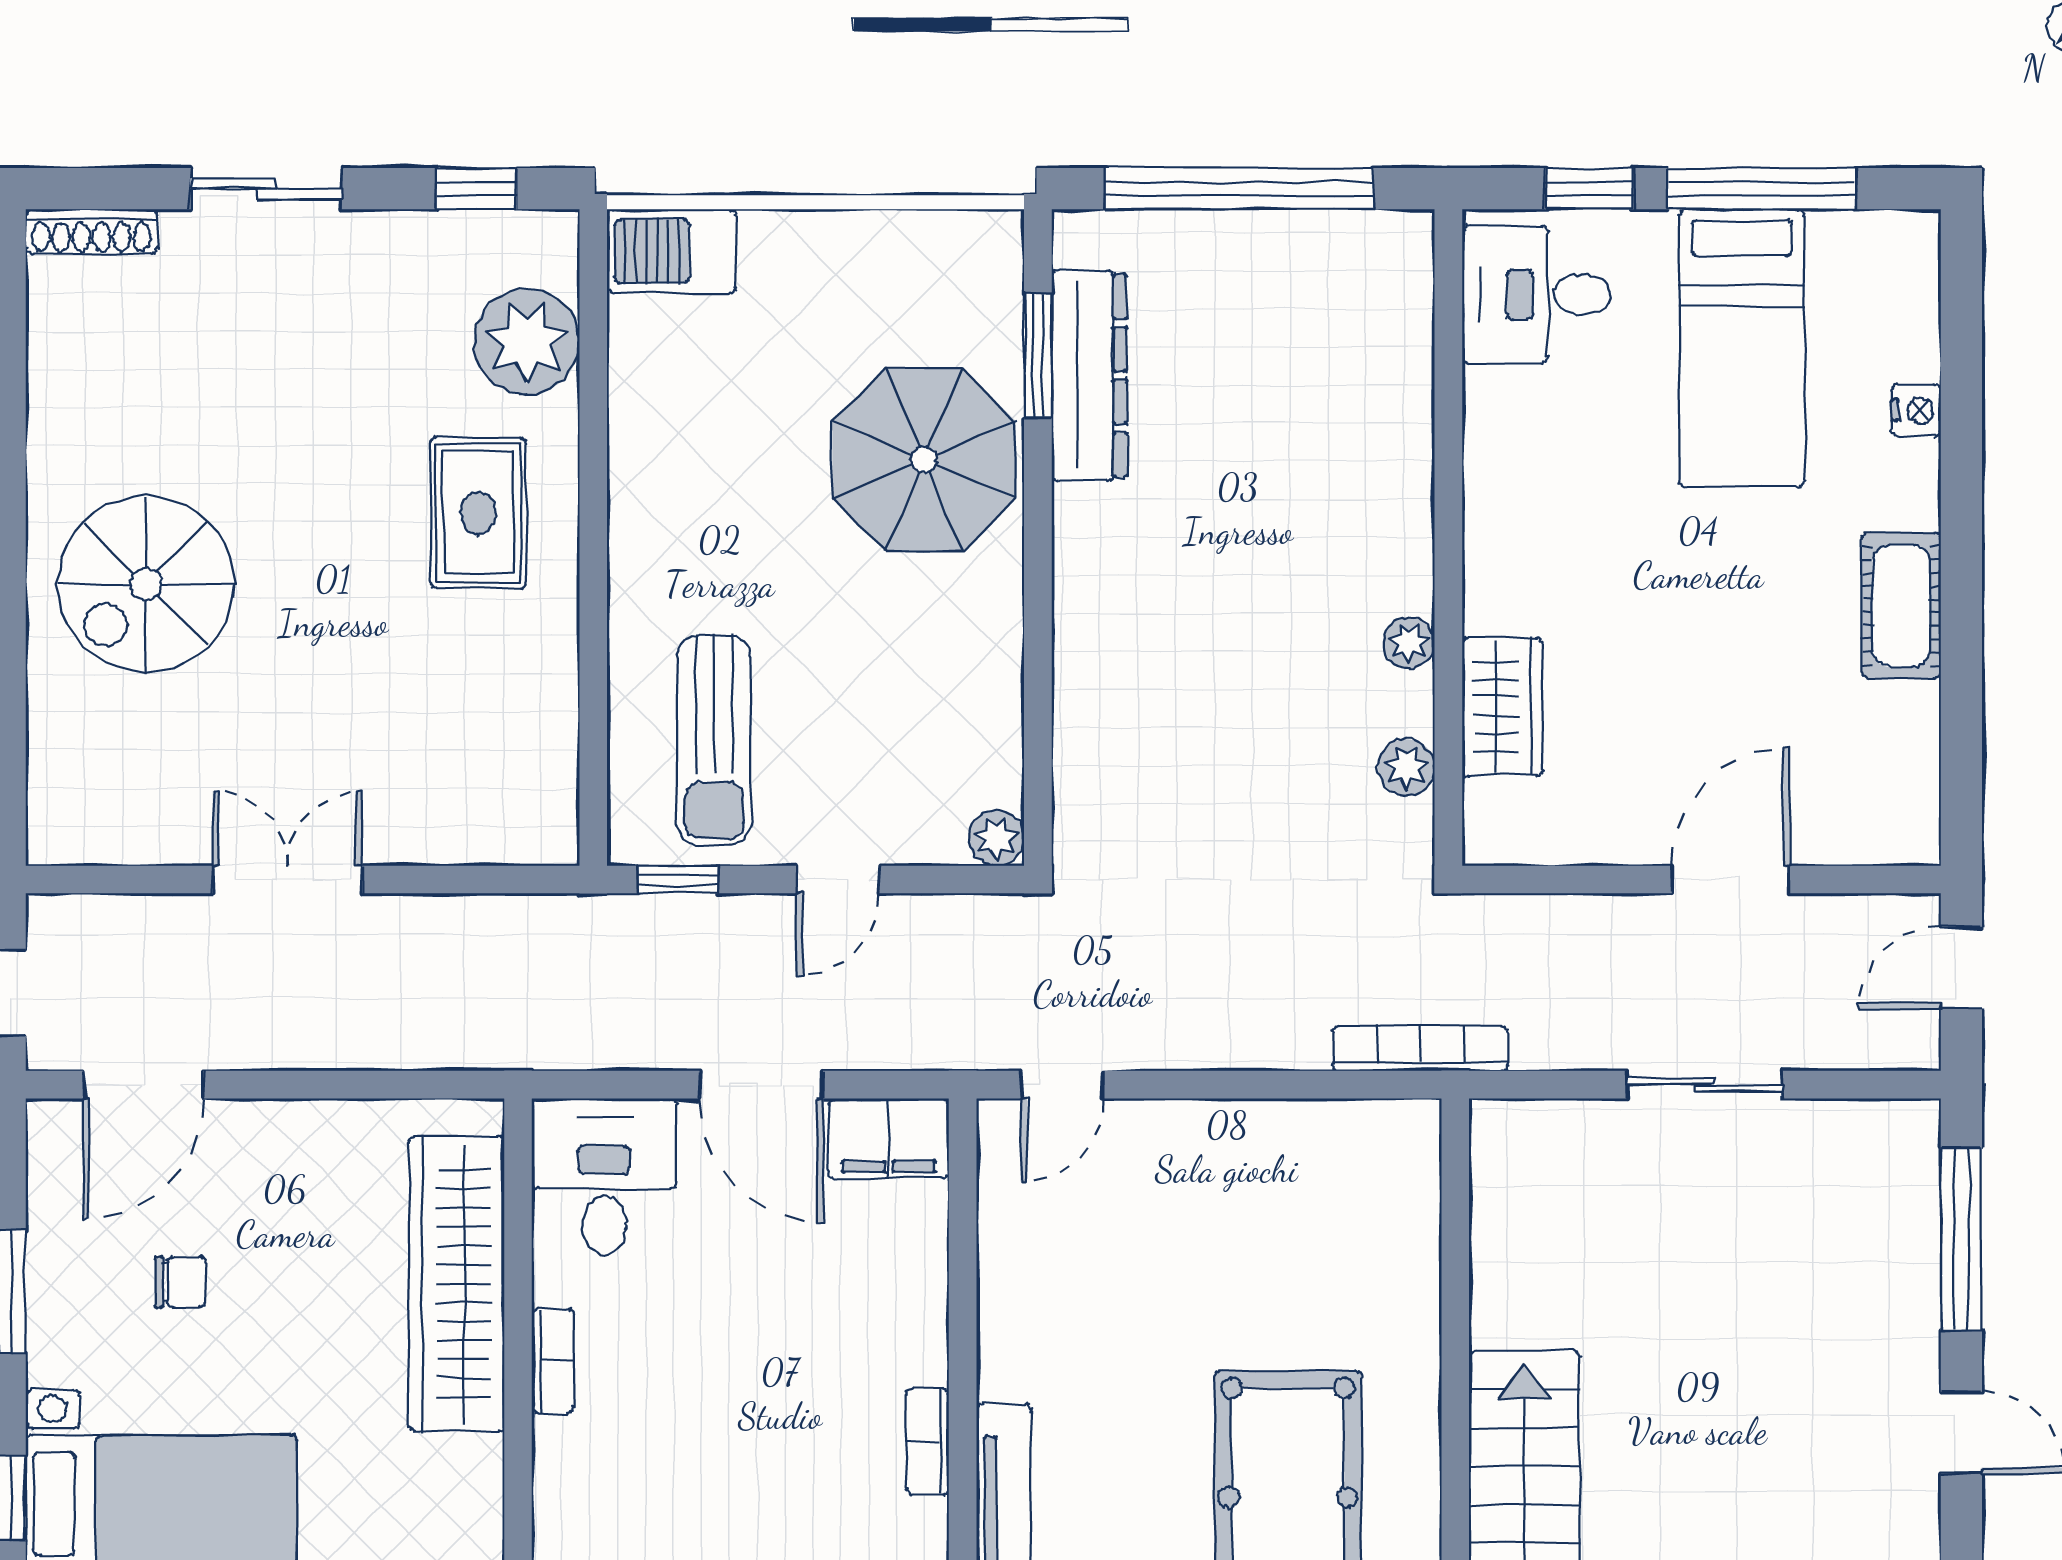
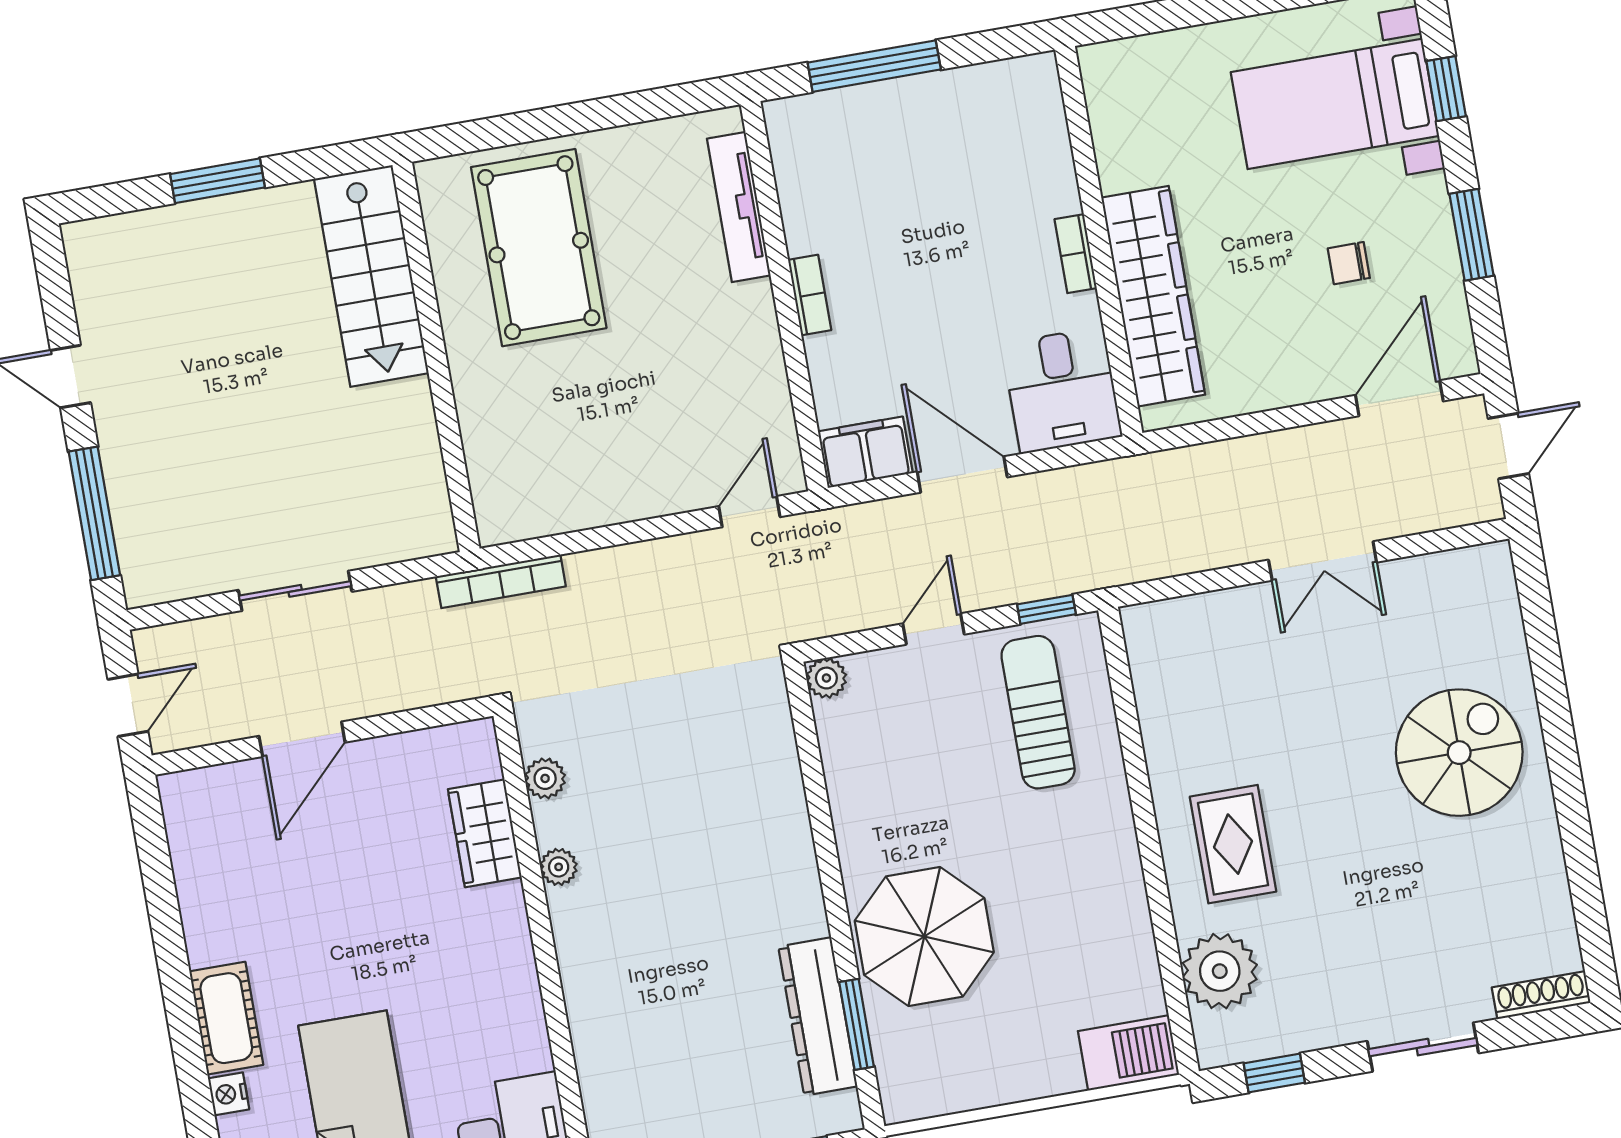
cot: (1901, 606) -> (226, 1018), moved
bookcase: (928, 1442) -> (810, 295), moved

